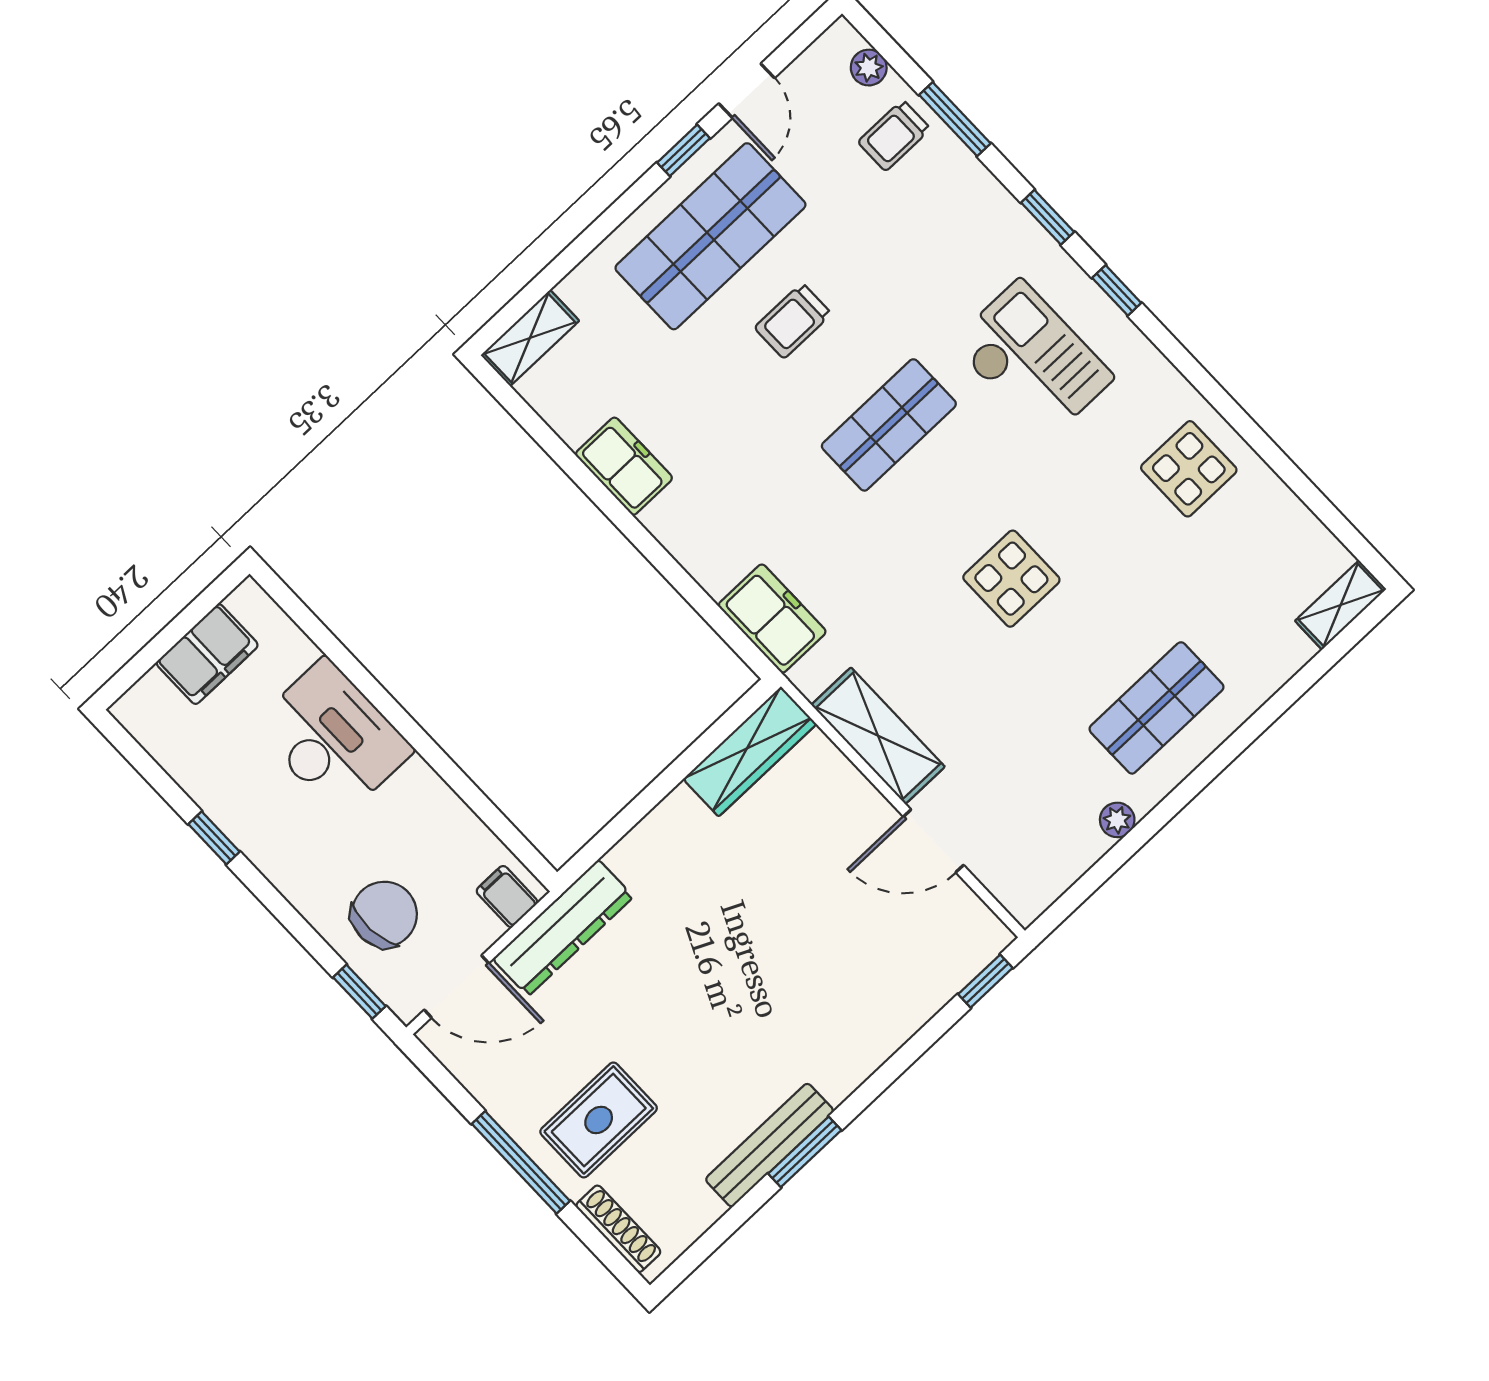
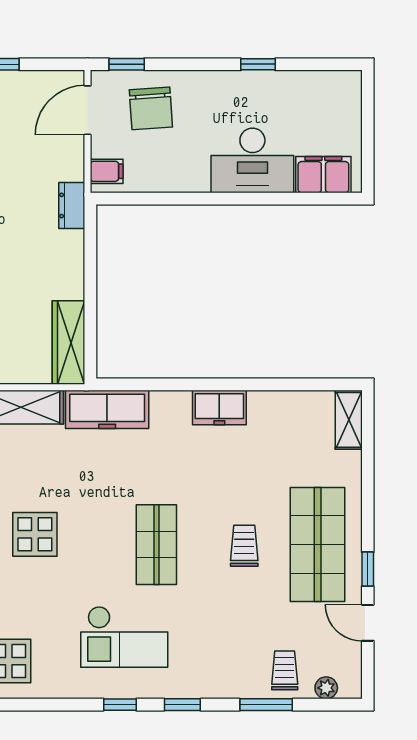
freezer: (624, 466) -> (219, 408), moved
freezer: (772, 618) -> (107, 409), width x1.40
filing cabinet: (207, 654) -> (323, 175), moved, turned 90
dresser: (563, 928) -> (72, 205), width x0.51, depth x0.80

